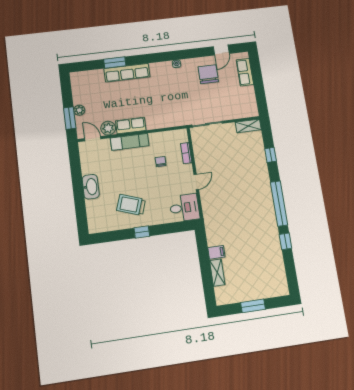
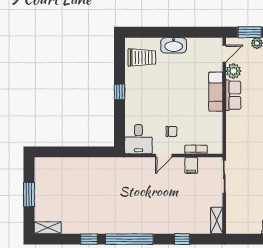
chair: (161, 162) -> (171, 132), moved
door: (196, 182) -> (164, 156), hinge flipped
trolley: (131, 205) -> (142, 57), moved, turned 71
filing cabinet: (216, 252) -> (191, 165), moved
shelving: (217, 273) -> (48, 228), moved

